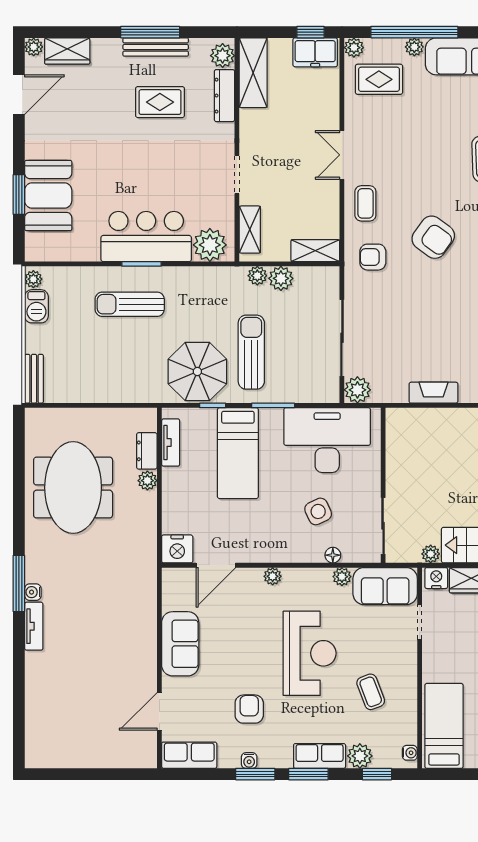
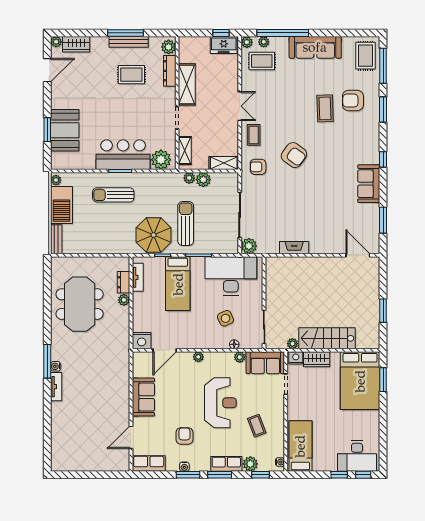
plant: (414, 47) -> (264, 42), moved
shelving: (253, 73) -> (187, 84), moved
double door: (342, 155) -> (240, 106), swing flipped
barbecue: (36, 306) -> (62, 205), width x1.88, depth x1.53

